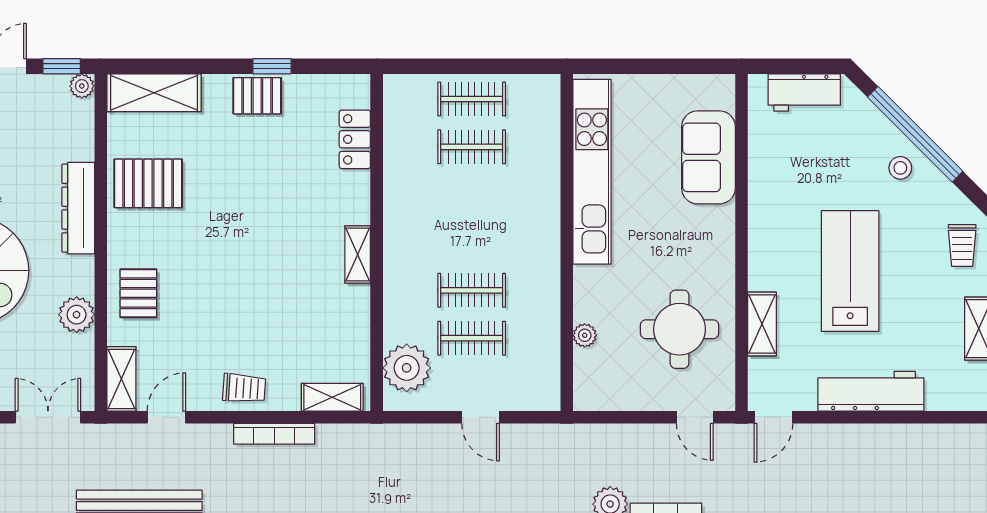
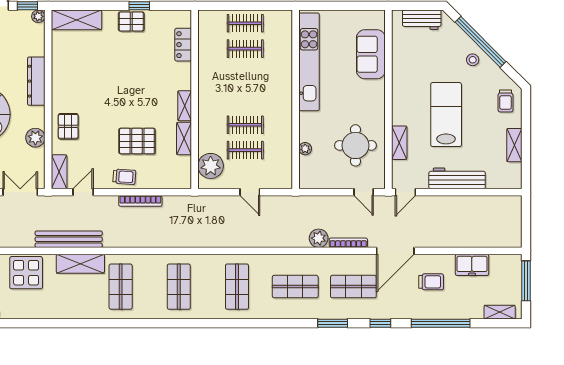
pallet: (148, 183) -> (137, 141), moved
shelving: (332, 397) -> (184, 139), moved, turned 90

